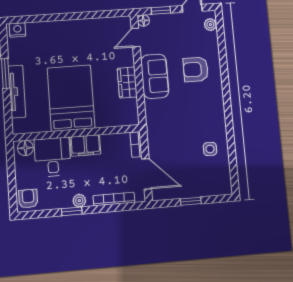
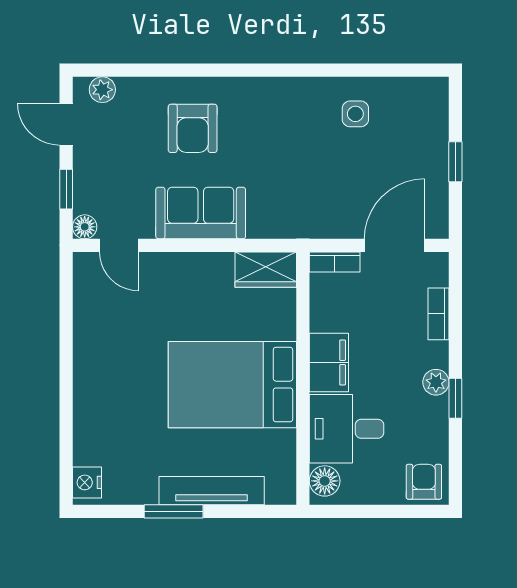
wardrobe: (127, 82) -> (266, 270), moved
armchair: (28, 199) -> (424, 482), turned 90
bookcase: (114, 199) -> (439, 314), width x0.64

